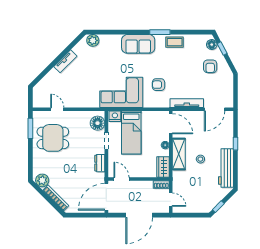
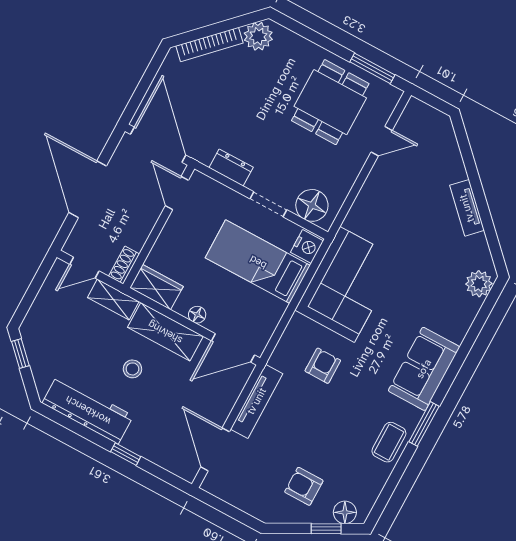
door: (121, 179) -> (177, 193), swing flipped
shelving: (177, 181) -> (113, 300), added

